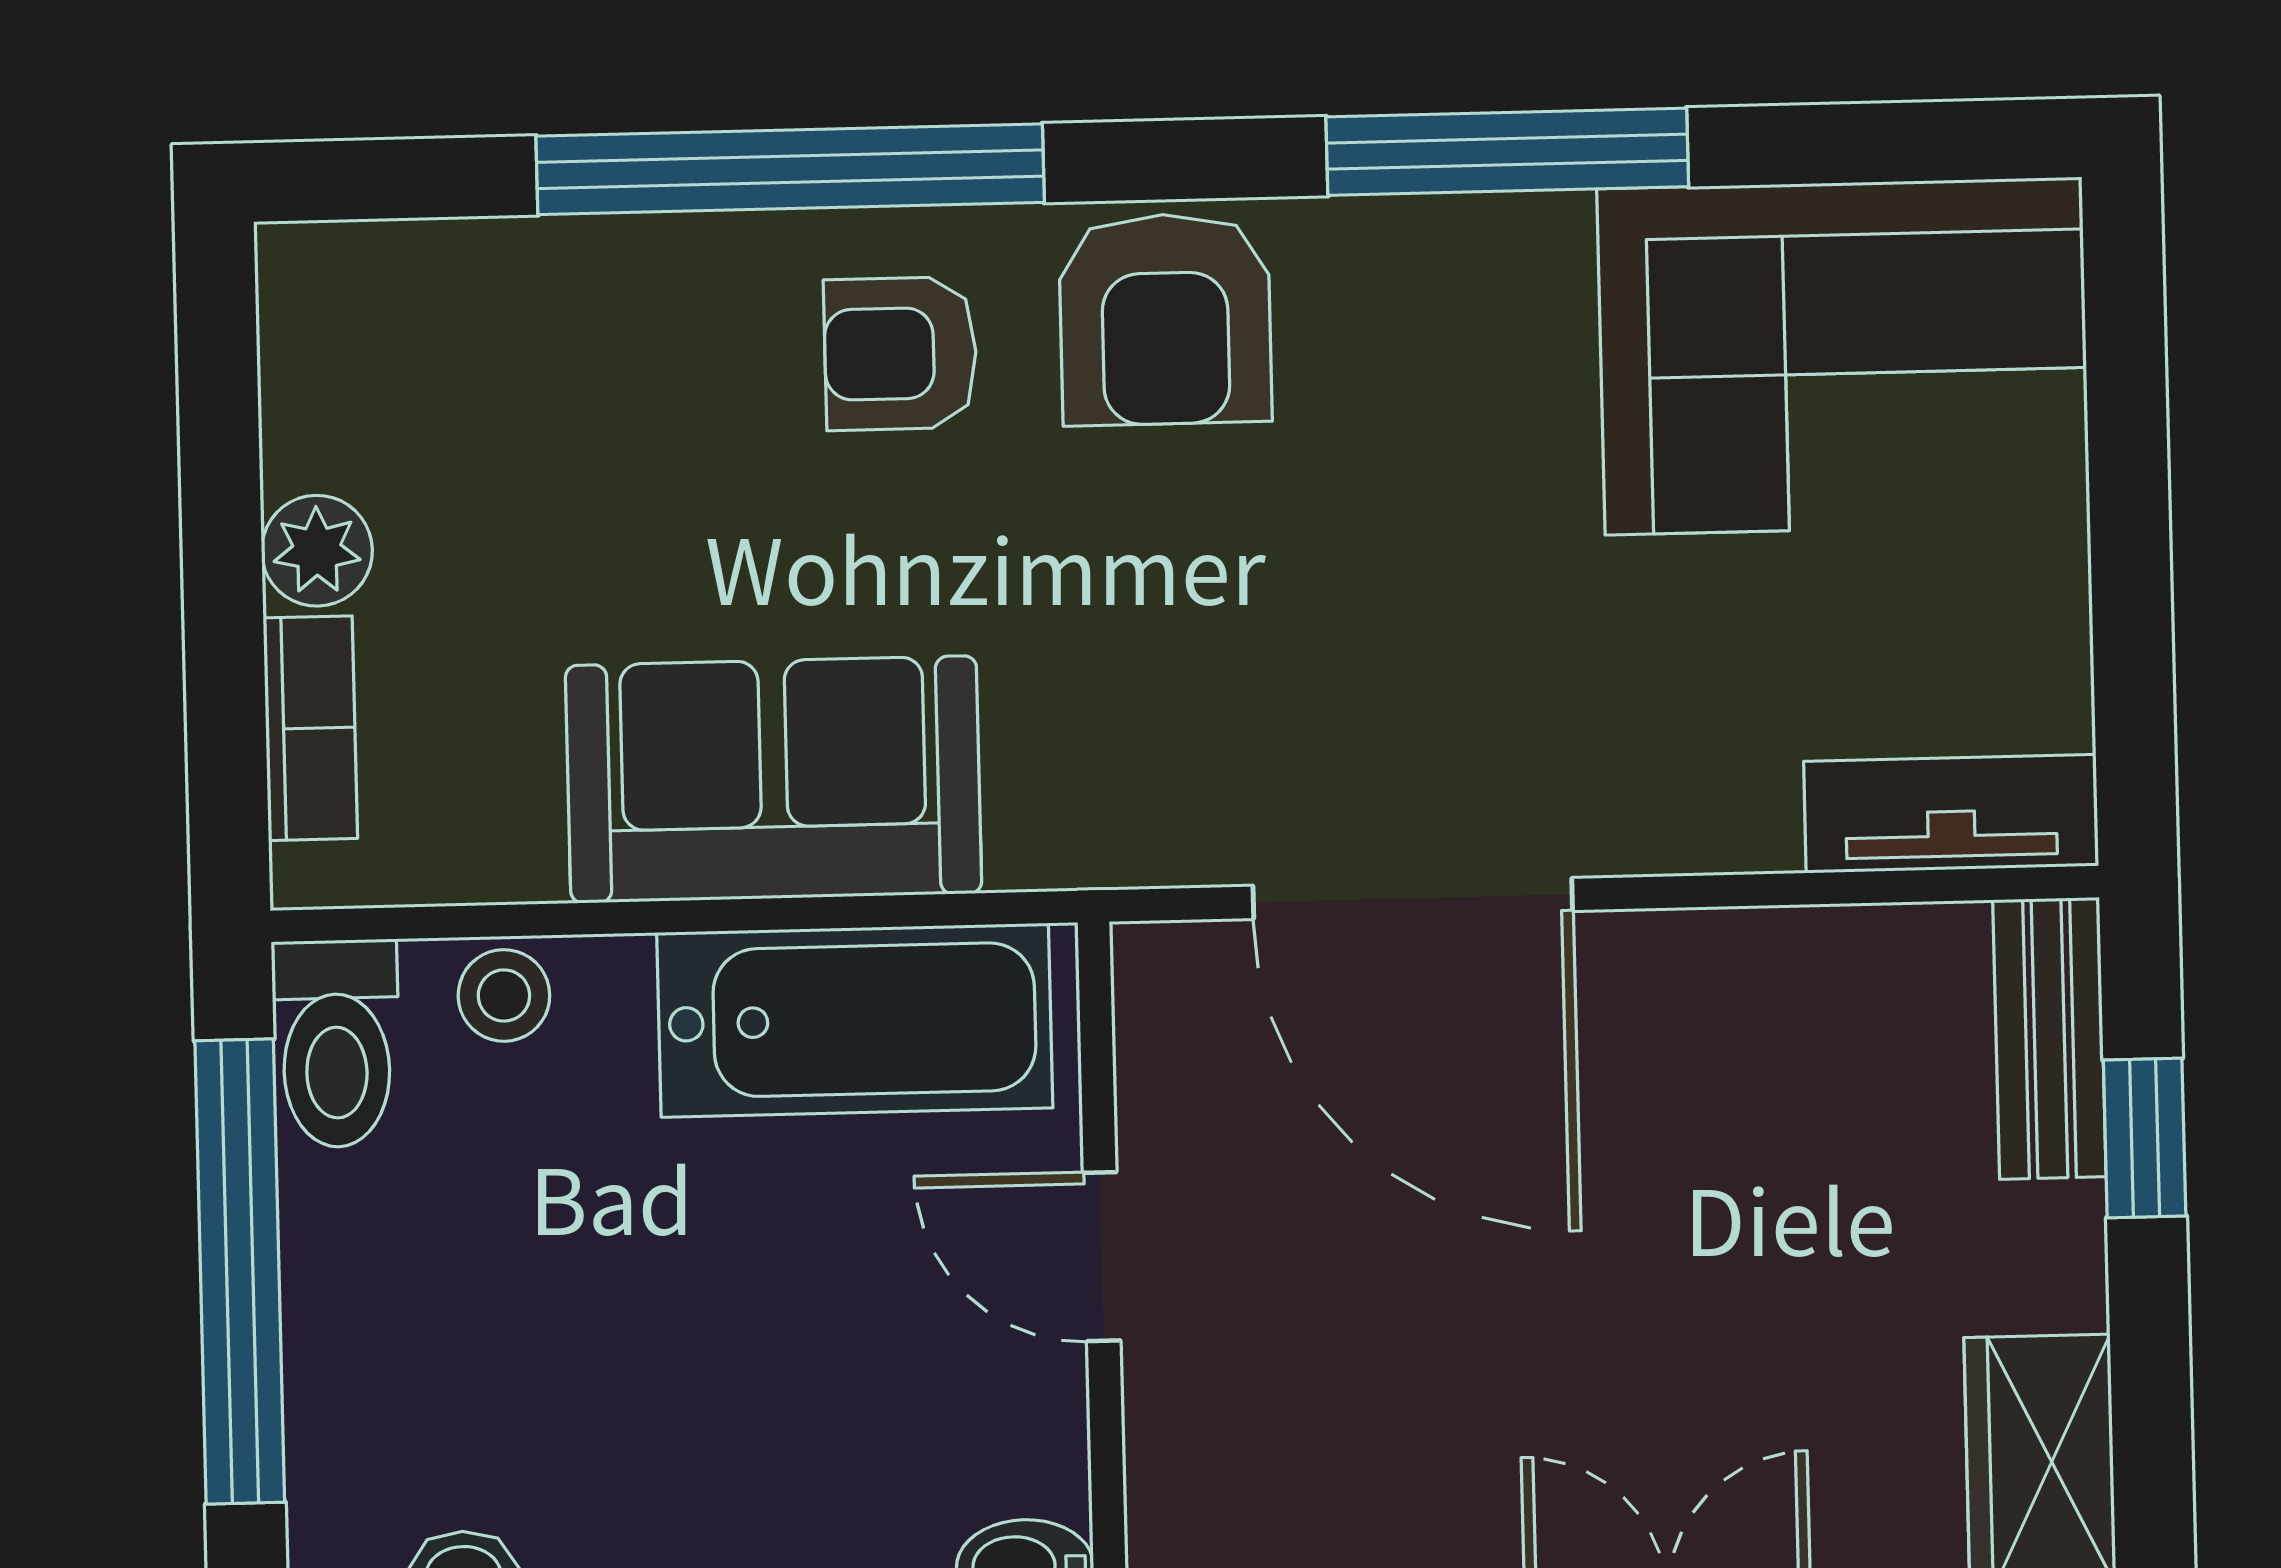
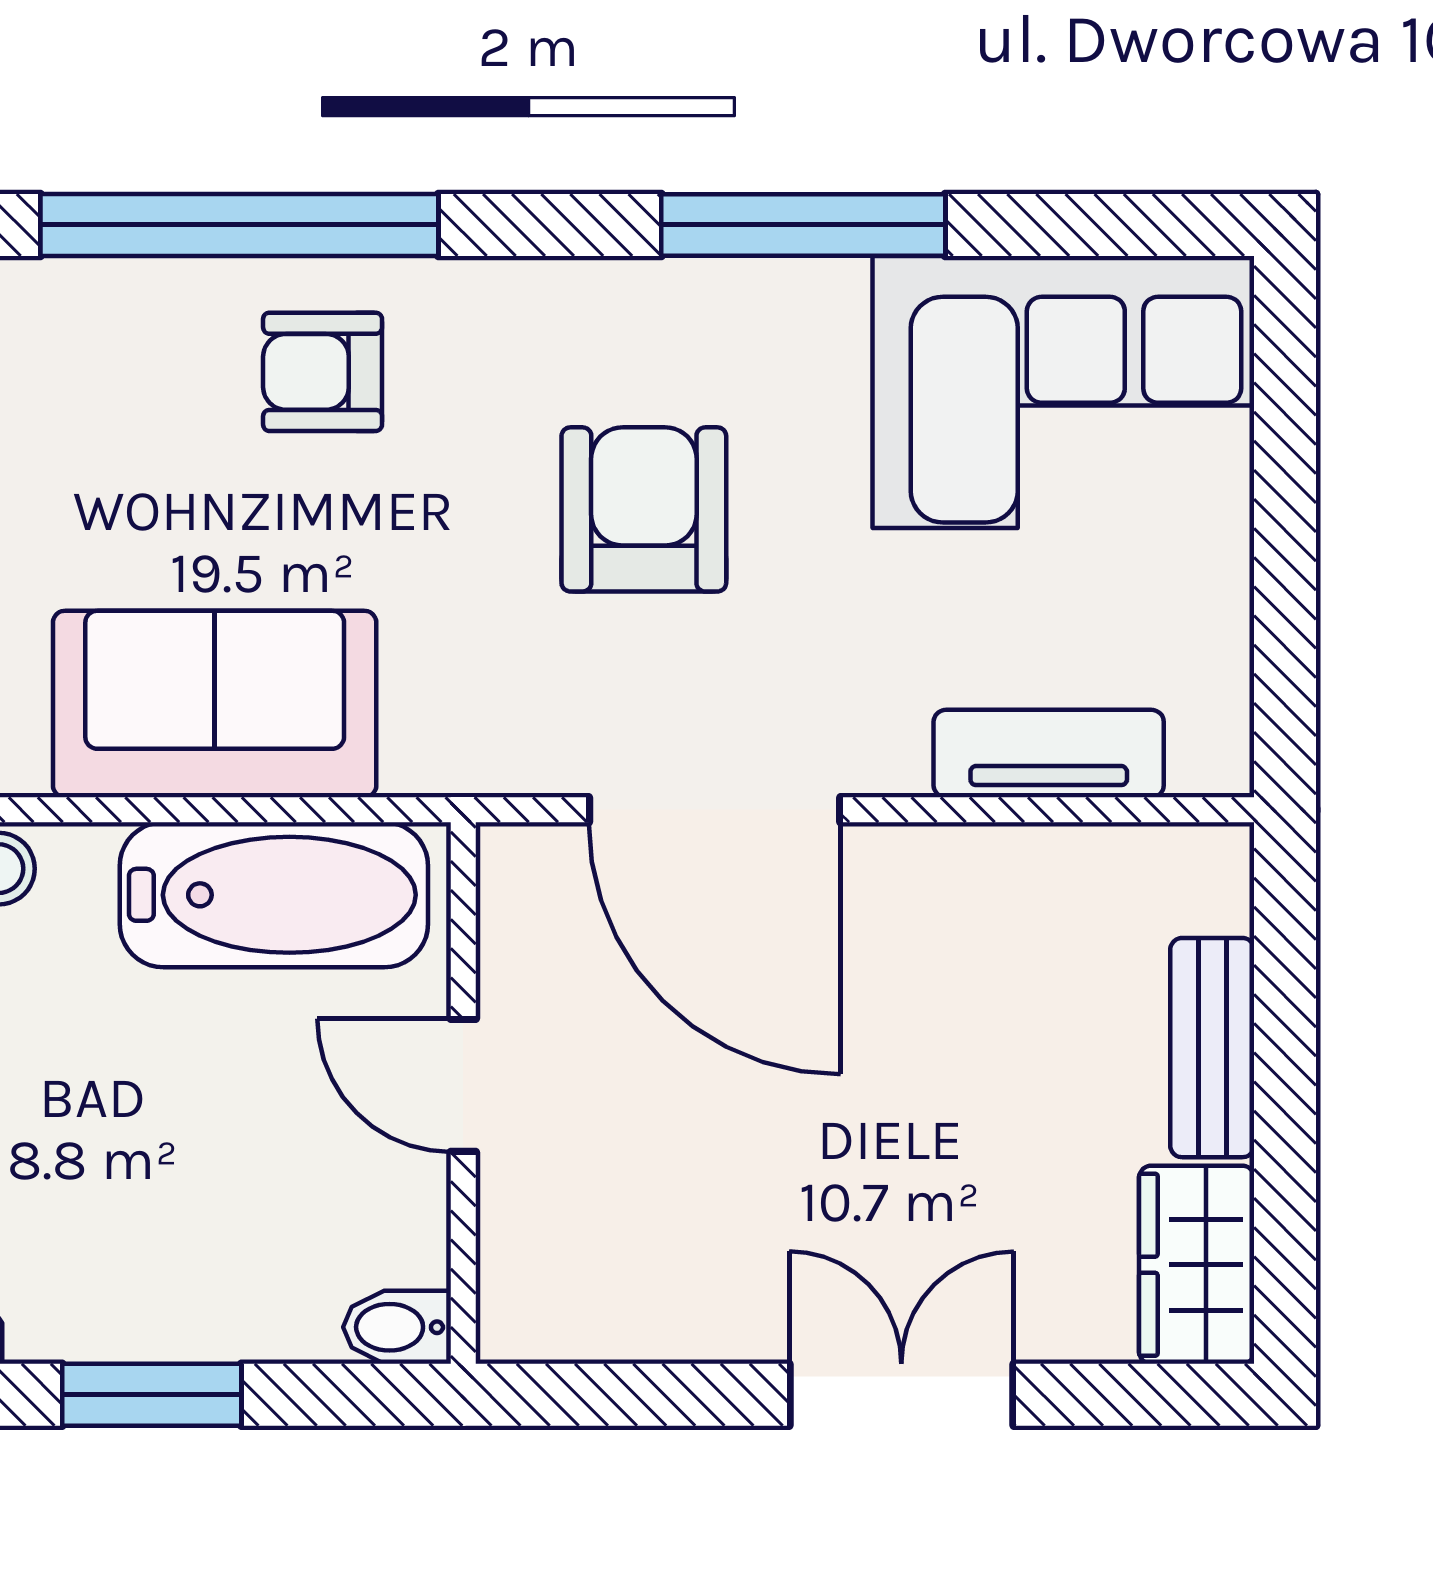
armchair: (1165, 319) -> (644, 509), moved, turned 180
tv unit: (1951, 814) -> (1049, 754), moved
bench: (2049, 1038) -> (1212, 1048), moved
window: (2145, 1138) -> (1285, 1012), removed

